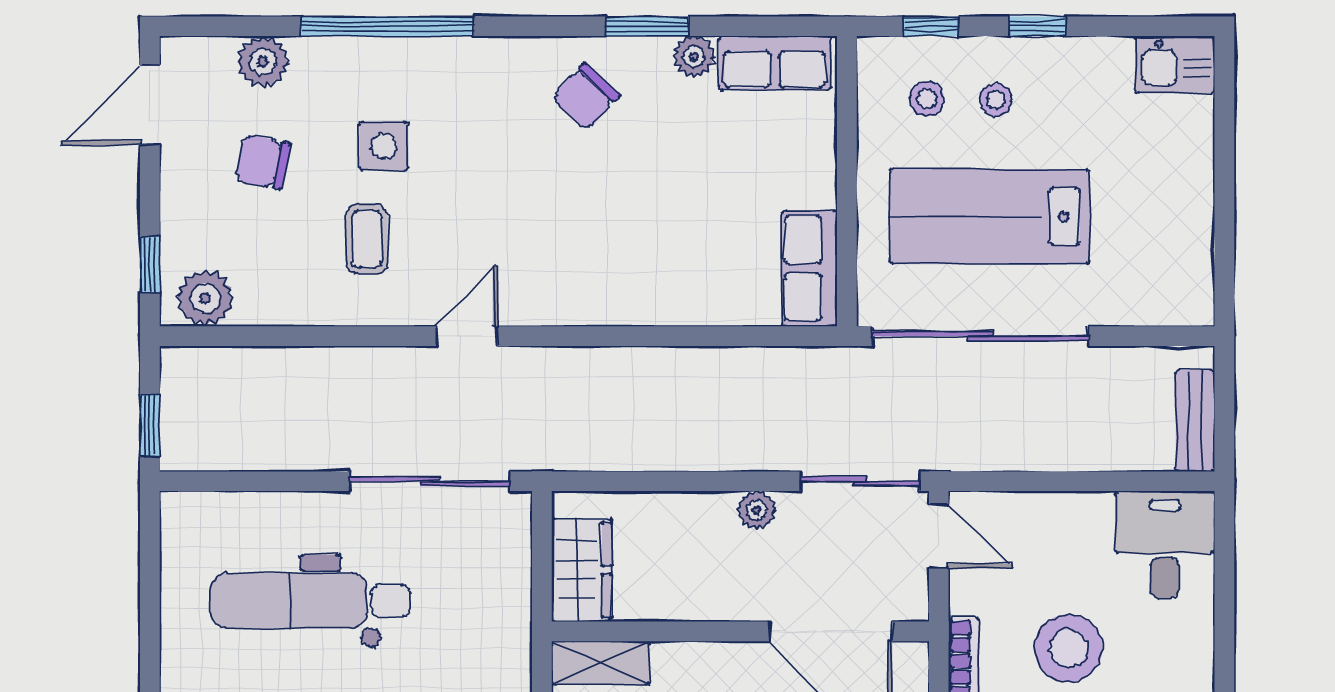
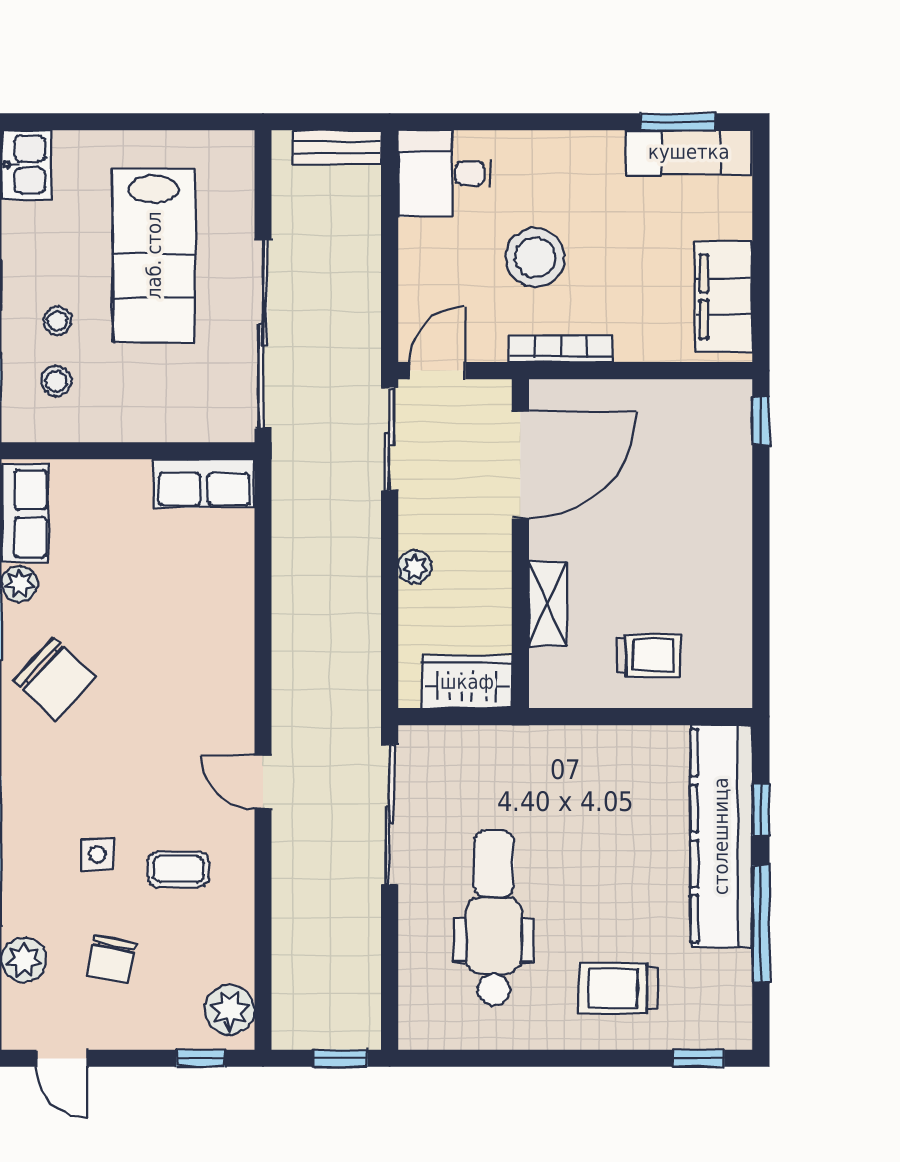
chair: (586, 97) -> (54, 679), width x1.37, depth x1.37
door: (150, 105) -> (62, 1058), width x0.73
side table: (384, 146) -> (97, 854), width x0.73, depth x0.73
lab bench: (990, 217) -> (154, 255), moved
plant: (757, 510) -> (415, 567), moved
dental chair: (311, 601) -> (494, 918), turned 180
shelving: (600, 663) -> (548, 604), moved

